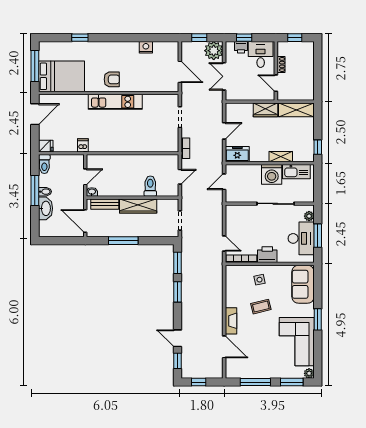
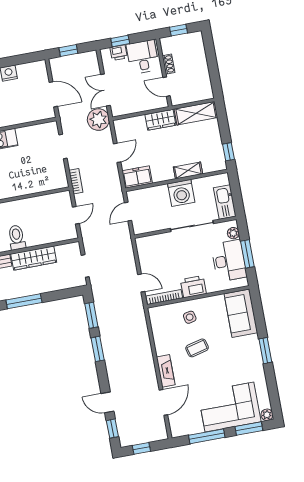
plant: (214, 51) -> (98, 120), moved
kitchen sink: (296, 172) -> (225, 202), moved, turned 90
toilet: (150, 186) -> (17, 237), moved
corner sofa: (297, 342) -> (229, 407), moved, turned 90
door: (224, 347) -> (163, 402), hinge flipped

